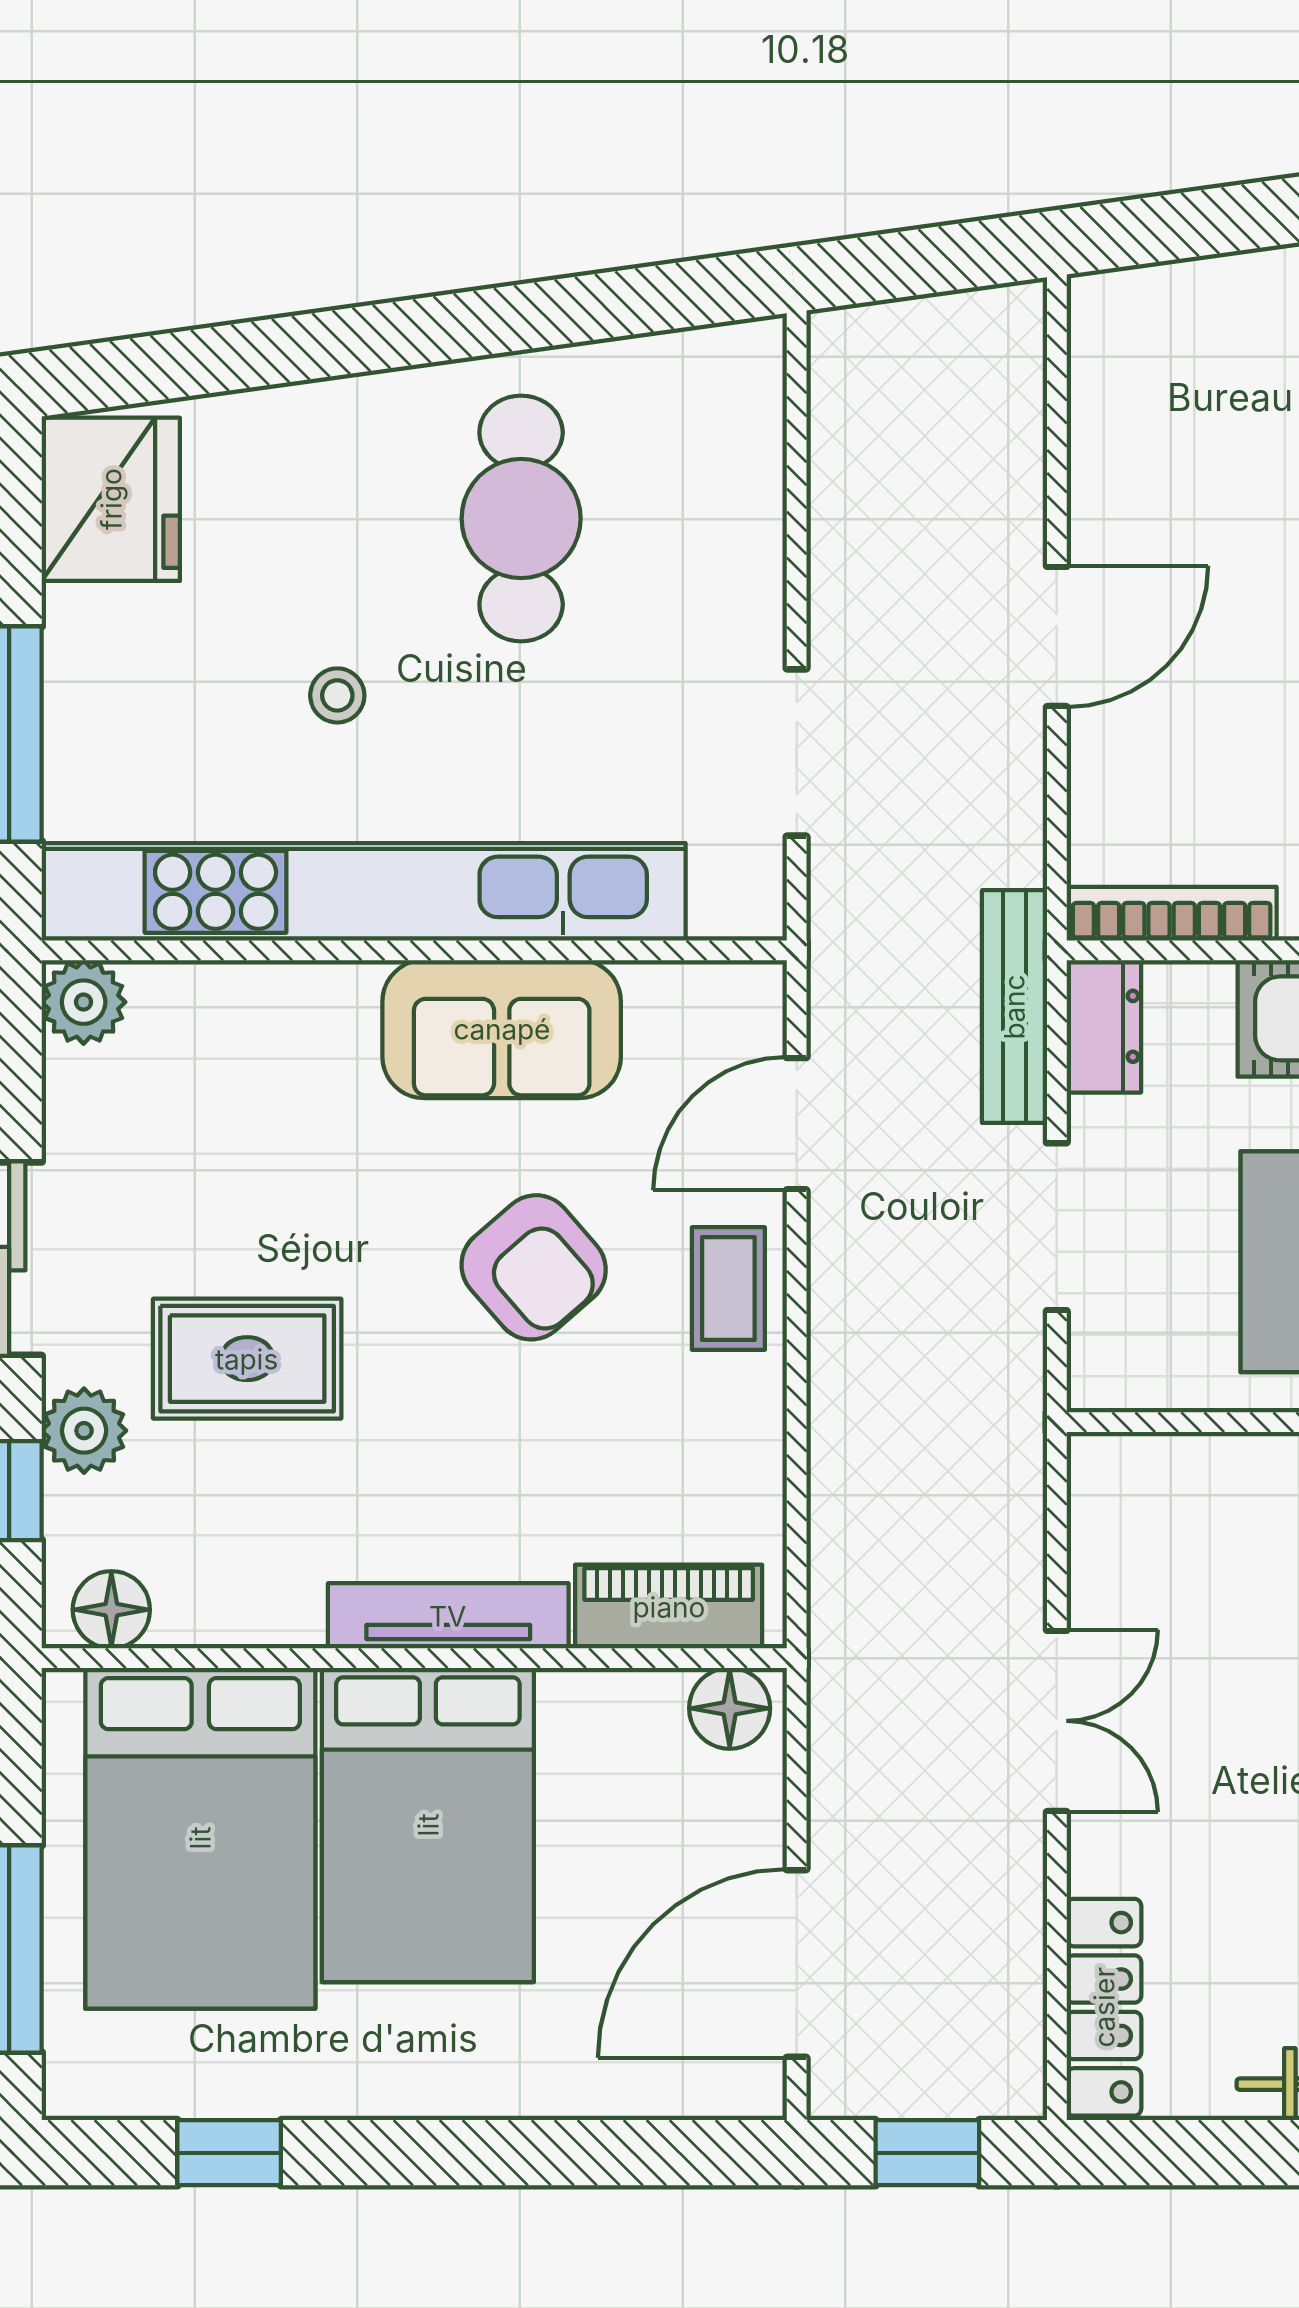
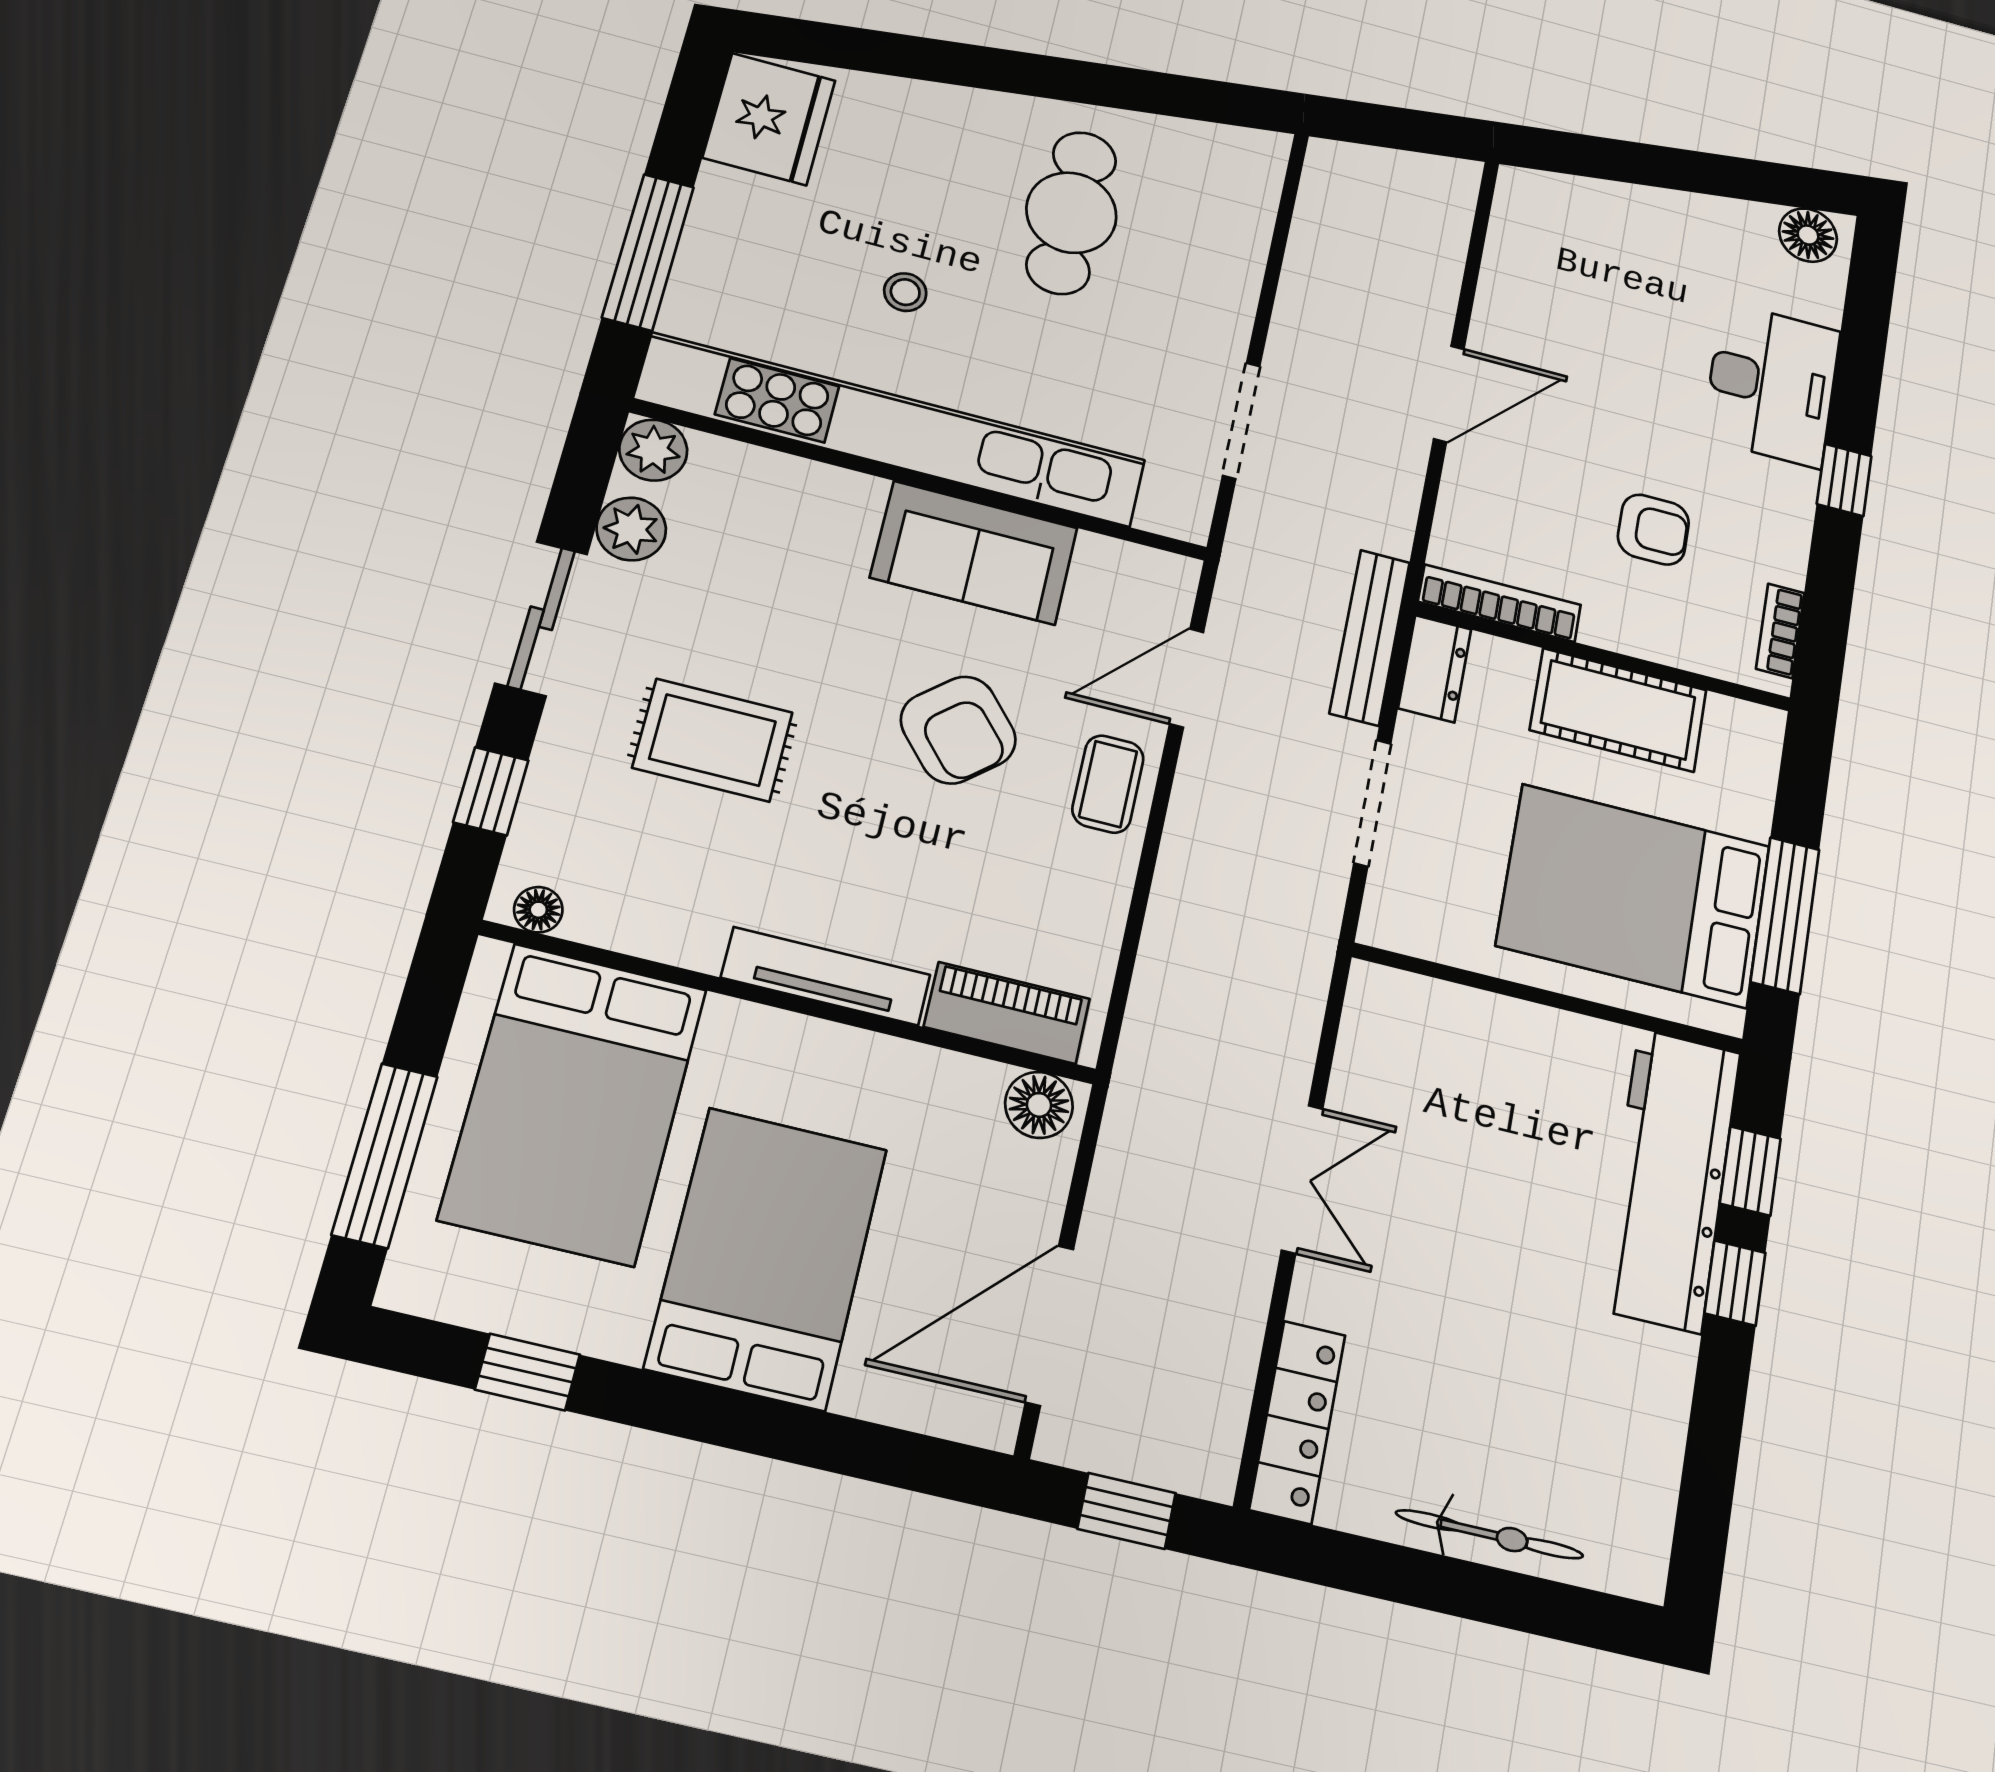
plant: (84, 1431) -> (631, 529), moved
floor lamp: (111, 1610) -> (538, 910), width x0.73, depth x0.73
bed: (428, 1825) -> (767, 1258), moved, turned 180

